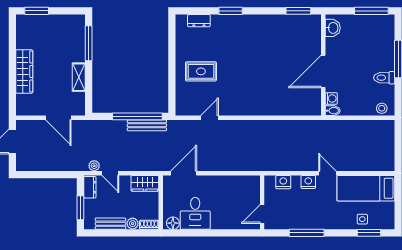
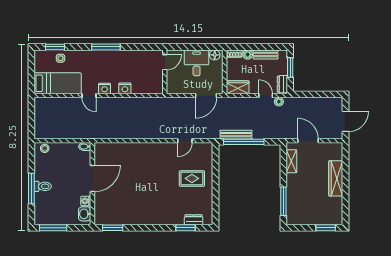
window: (231, 11) -> (186, 228), moved
shelving: (79, 77) -> (291, 161), moved
toilet: (384, 78) -> (43, 186), moved
washing machine: (331, 99) -> (86, 201), moved
wall: (262, 202) -> (165, 72), moved
door: (262, 214) -> (165, 62), moved

